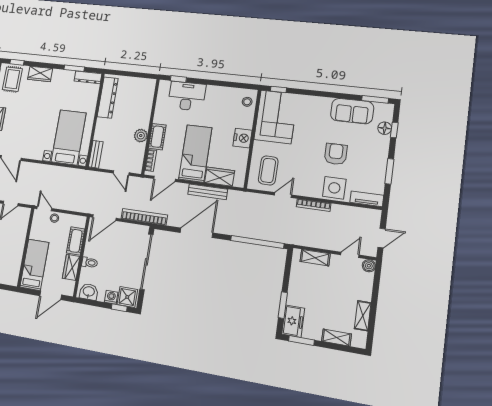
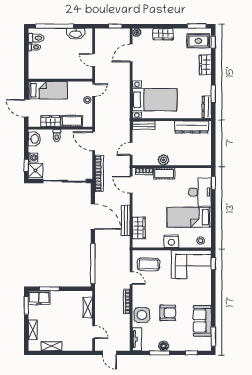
floor lamp: (385, 128) -> (164, 346), moved
bed: (195, 153) -> (189, 217), moved, turned 180
boiler: (369, 266) -> (88, 346), removed

